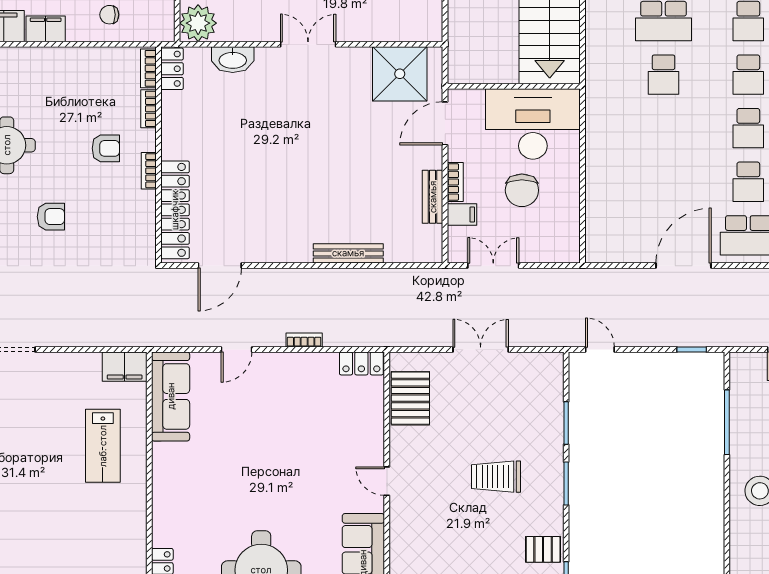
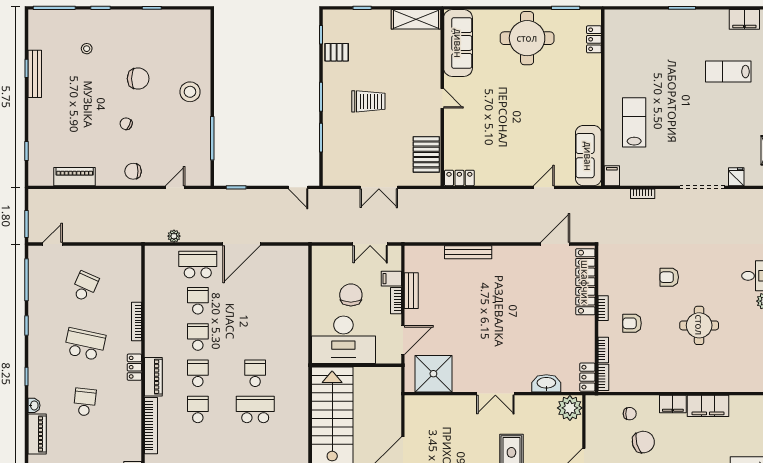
bookcase: (304, 340) -> (643, 194), moved
filing cabinet: (125, 367) -> (612, 176), width x0.50

